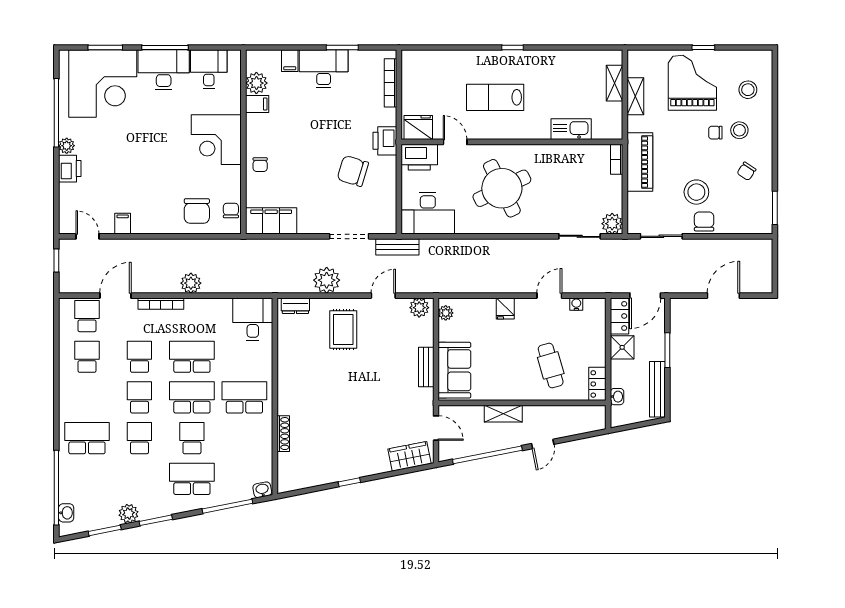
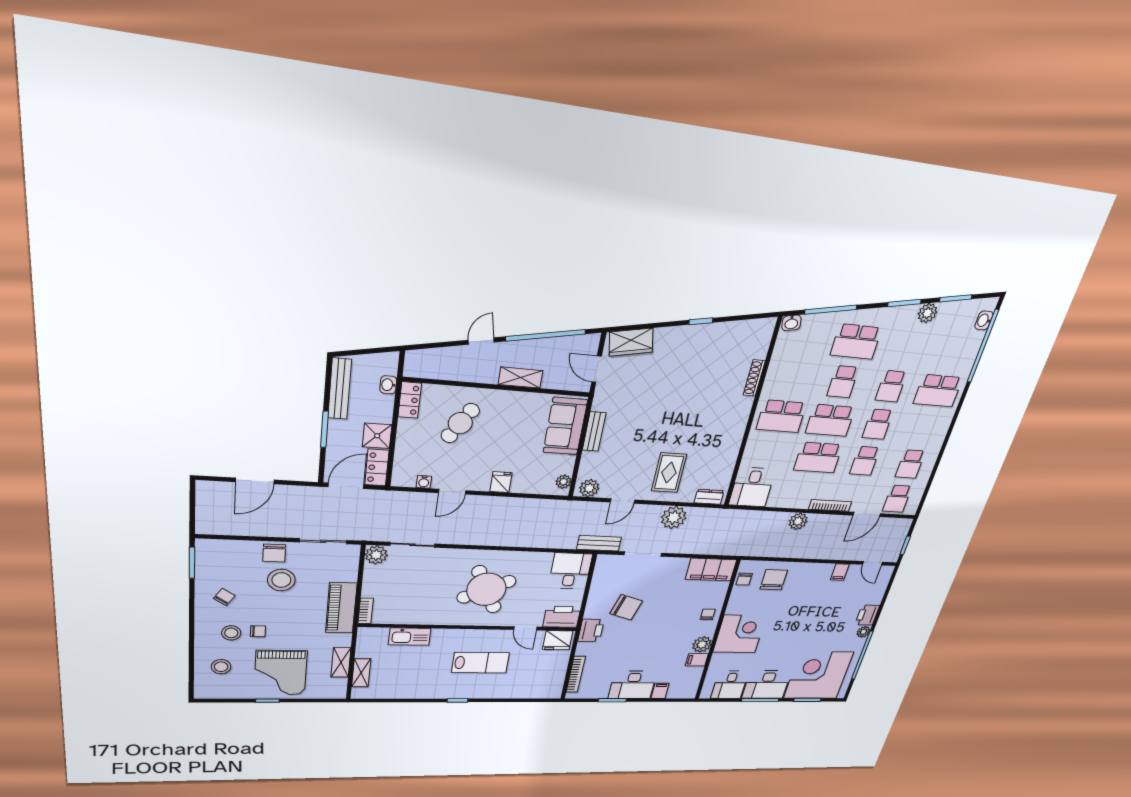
plant: (256, 83) -> (702, 644), moved
desk: (428, 213) -> (570, 571), width x0.73
cafe table: (551, 365) -> (460, 423), turned 48

